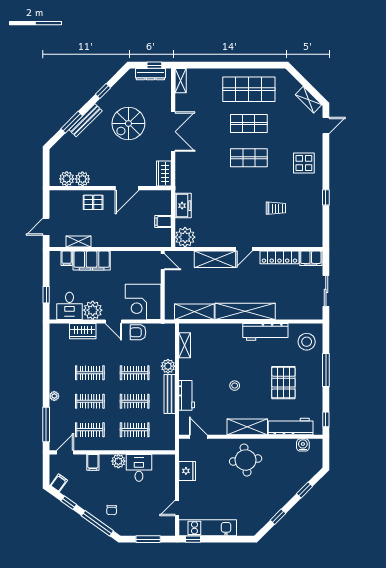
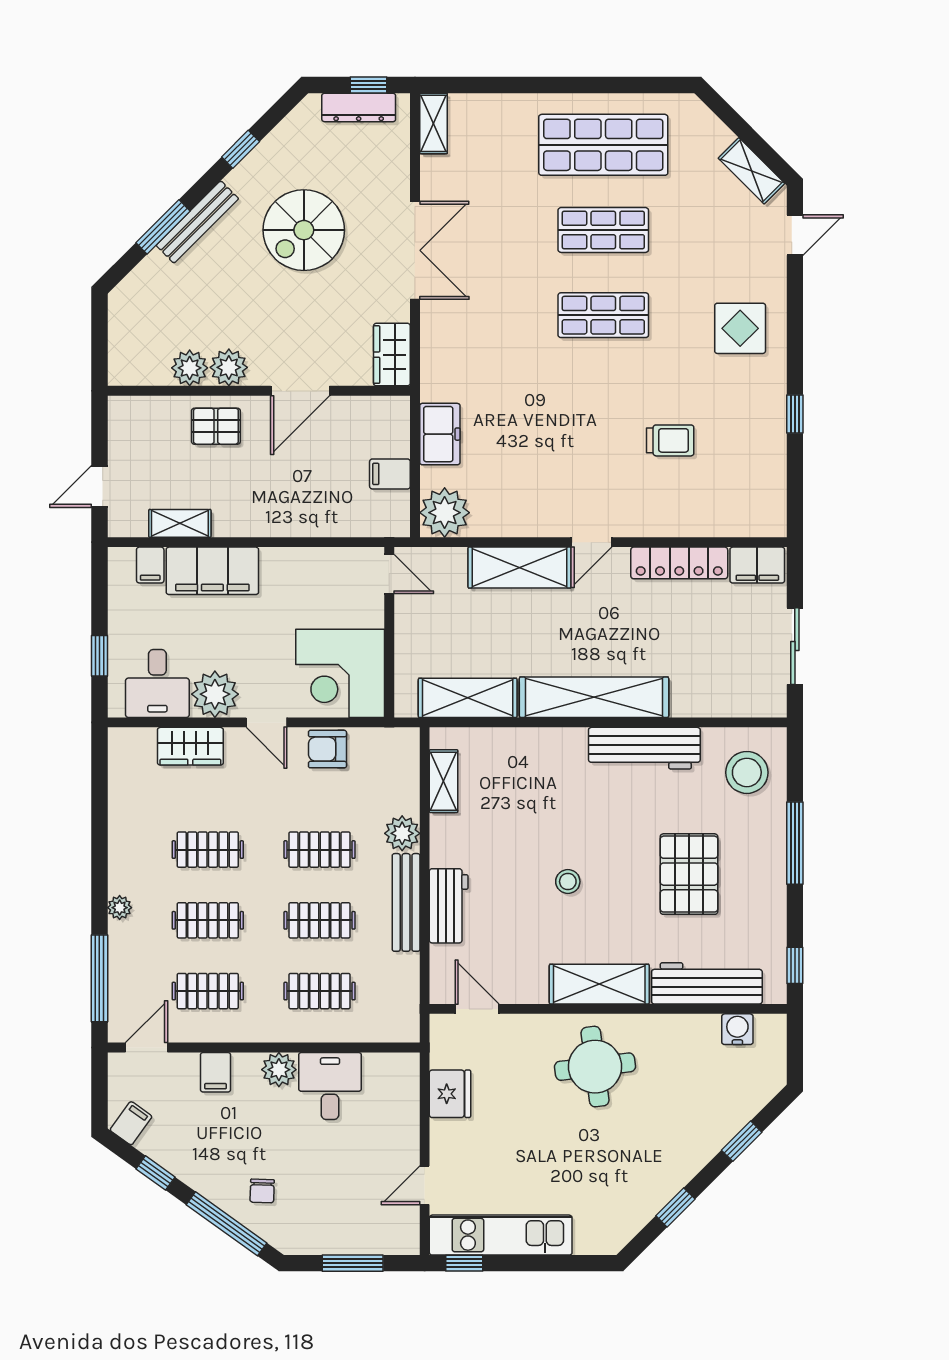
plant: (67, 179) -> (229, 367), moved

